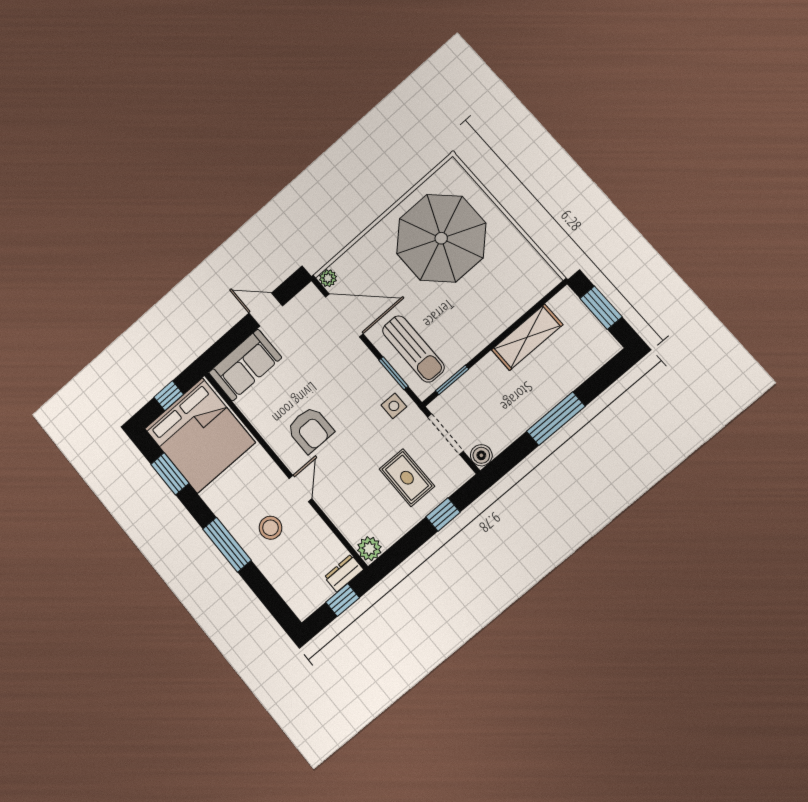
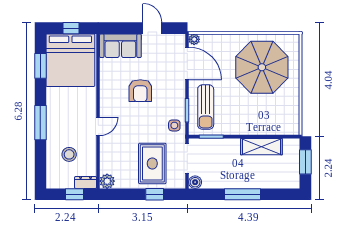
armchair: (310, 430) -> (140, 91), moved
rug: (407, 478) -> (152, 163), width x1.36, depth x1.43
stool: (270, 528) -> (69, 154), moved

